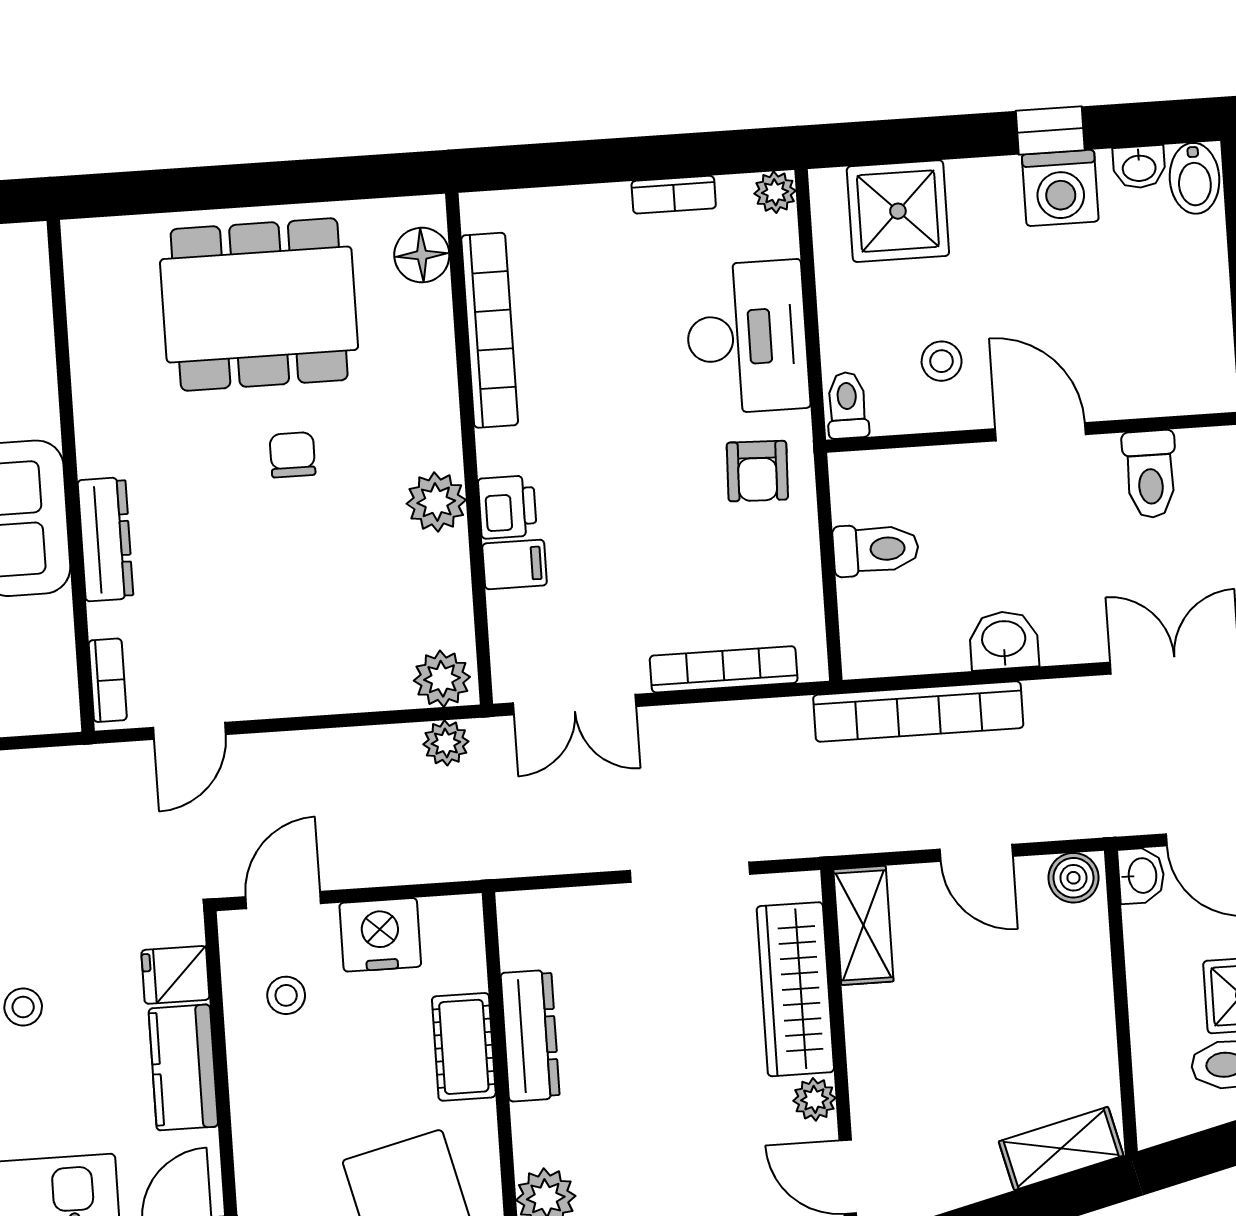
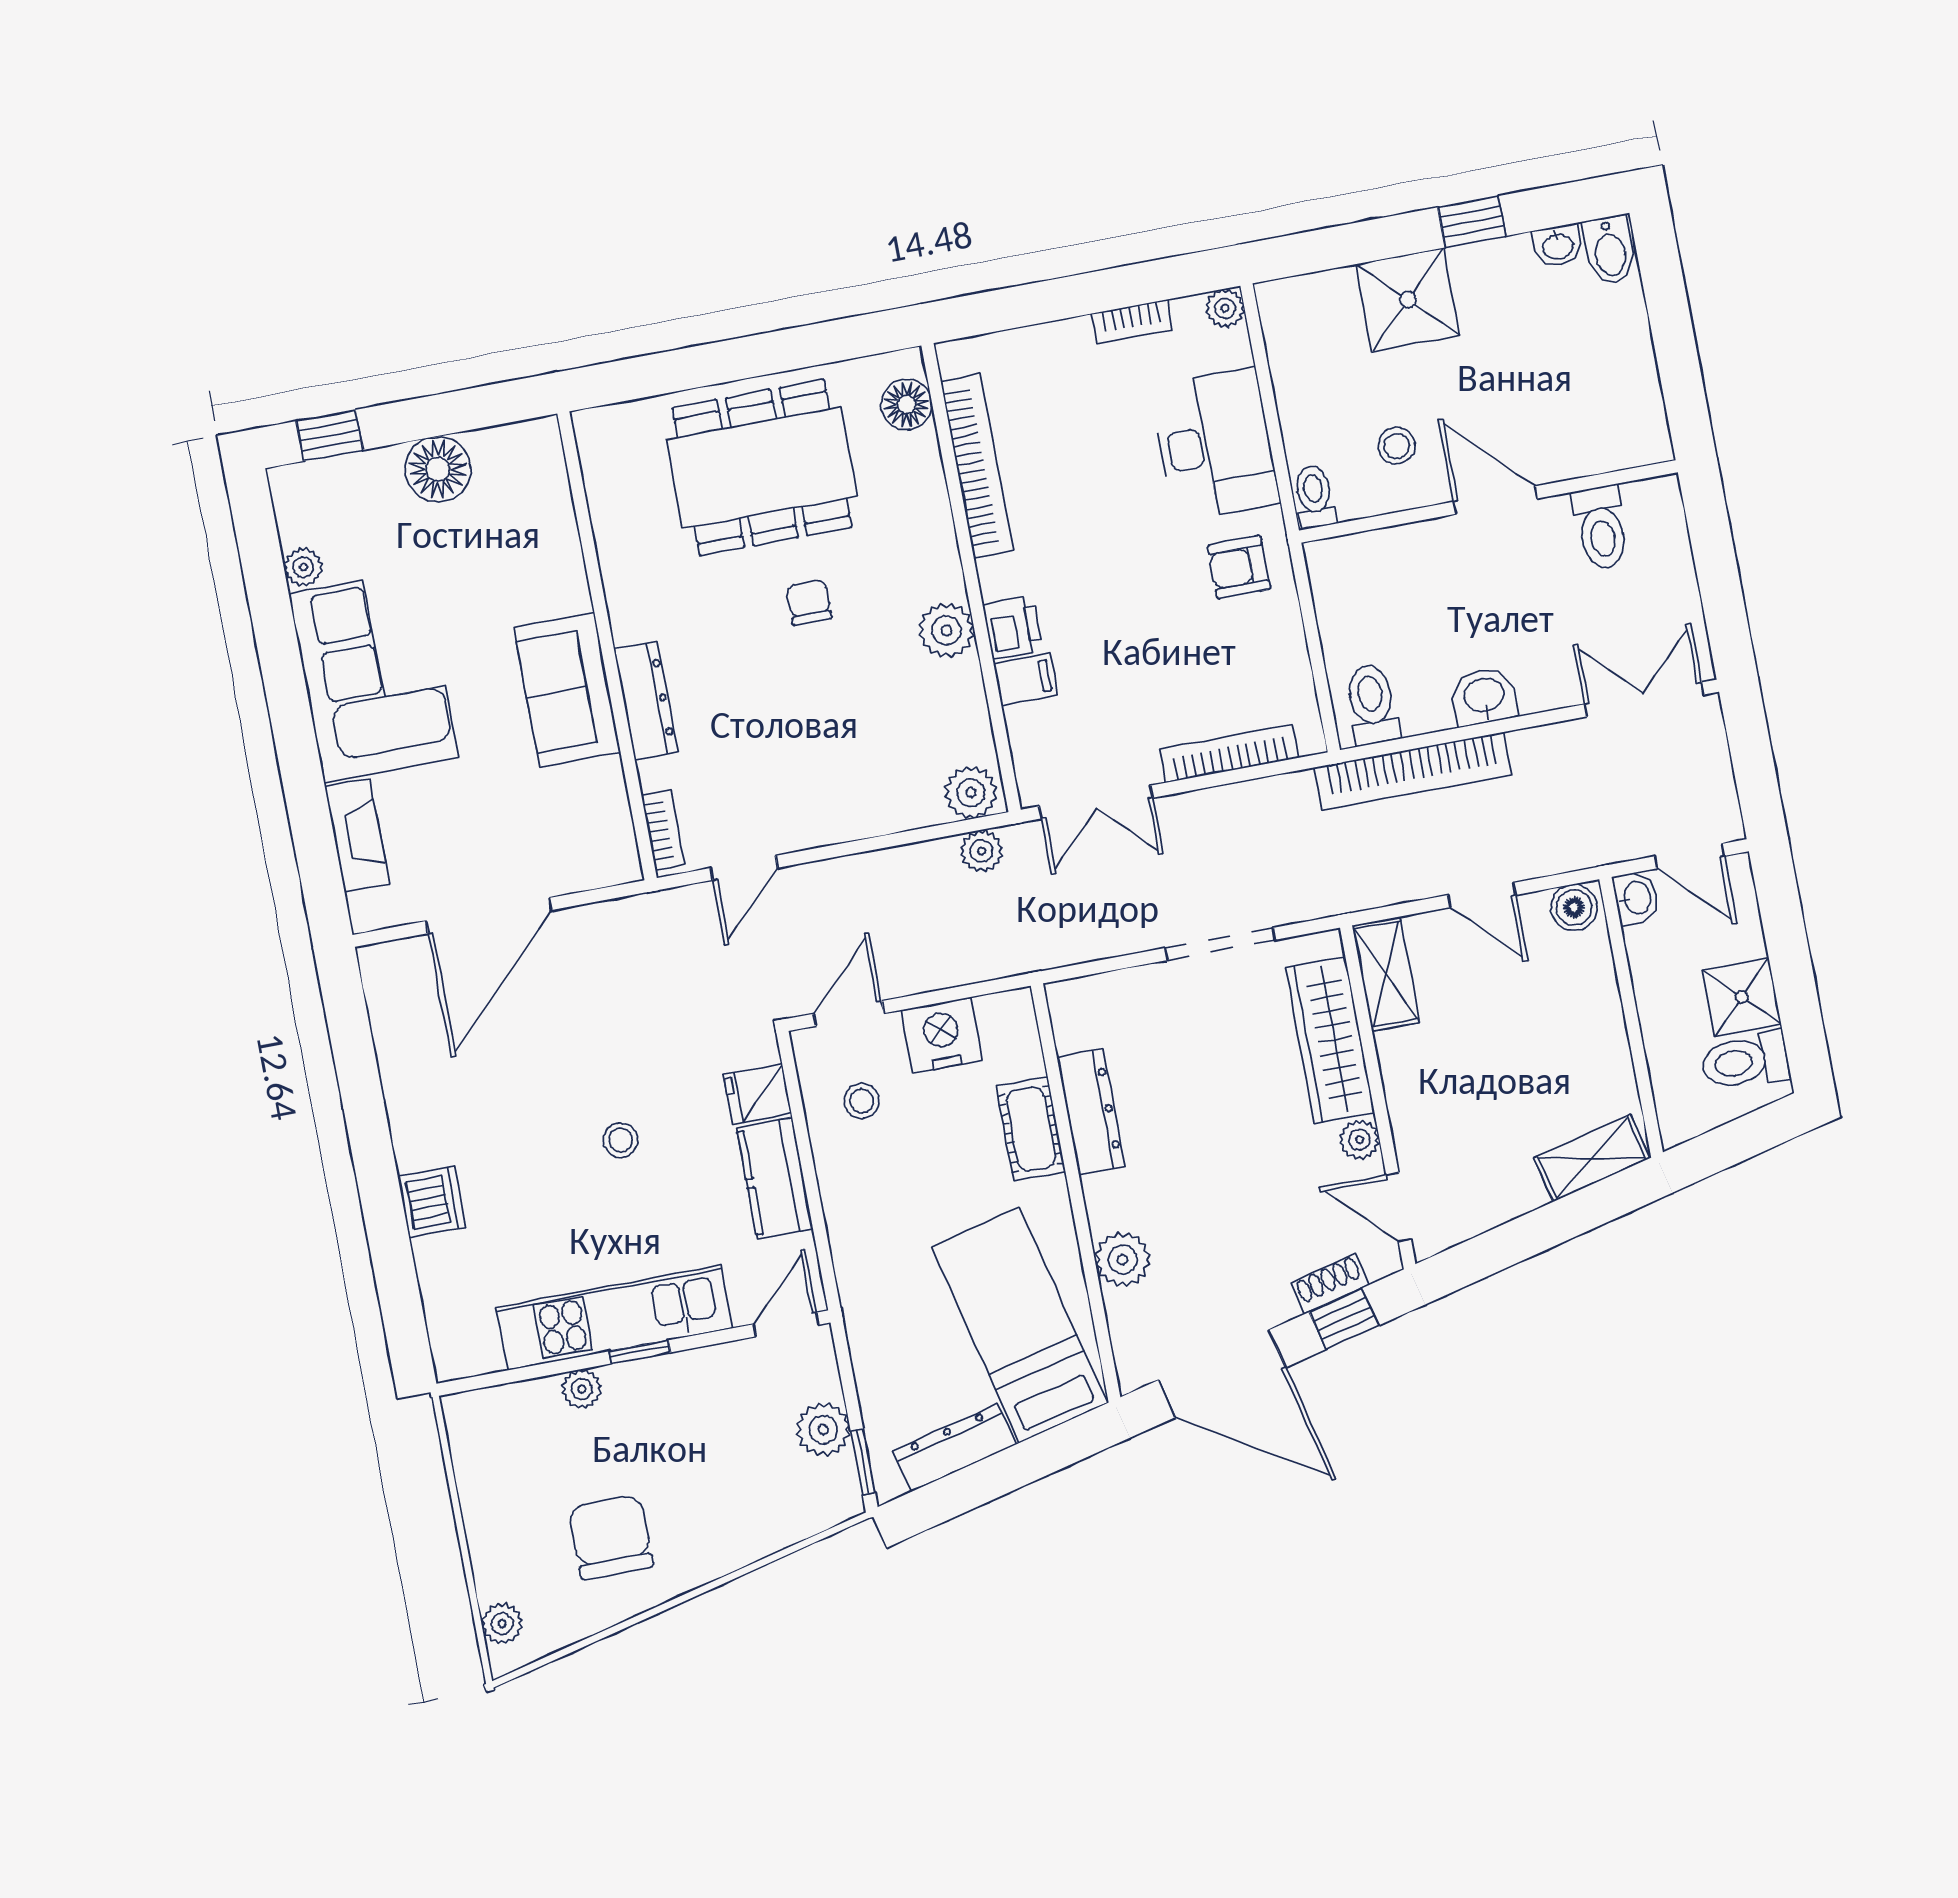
washing machine: (1060, 188) -> (1487, 274), removed
shower: (898, 211) -> (1408, 300), moved
armchair: (757, 471) -> (1239, 567), turned 88
toilet: (876, 549) -> (1372, 704), moved, turned -90

